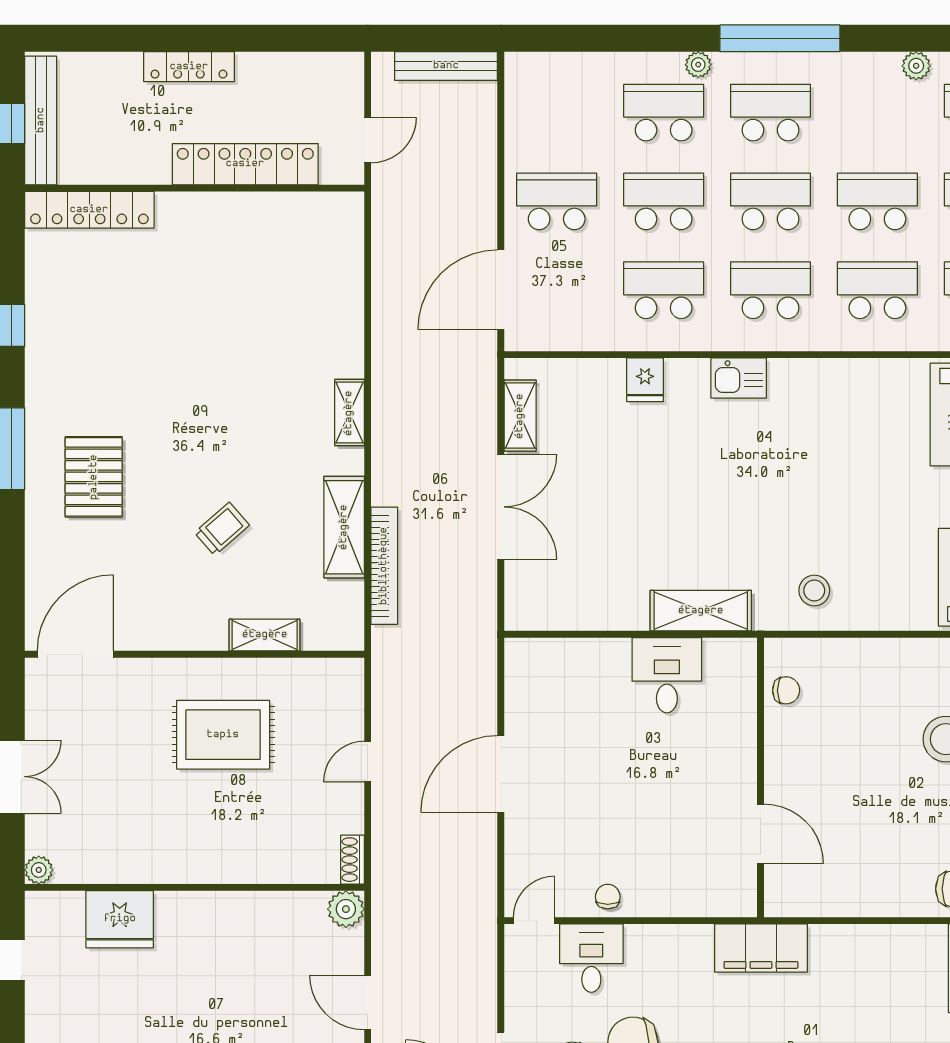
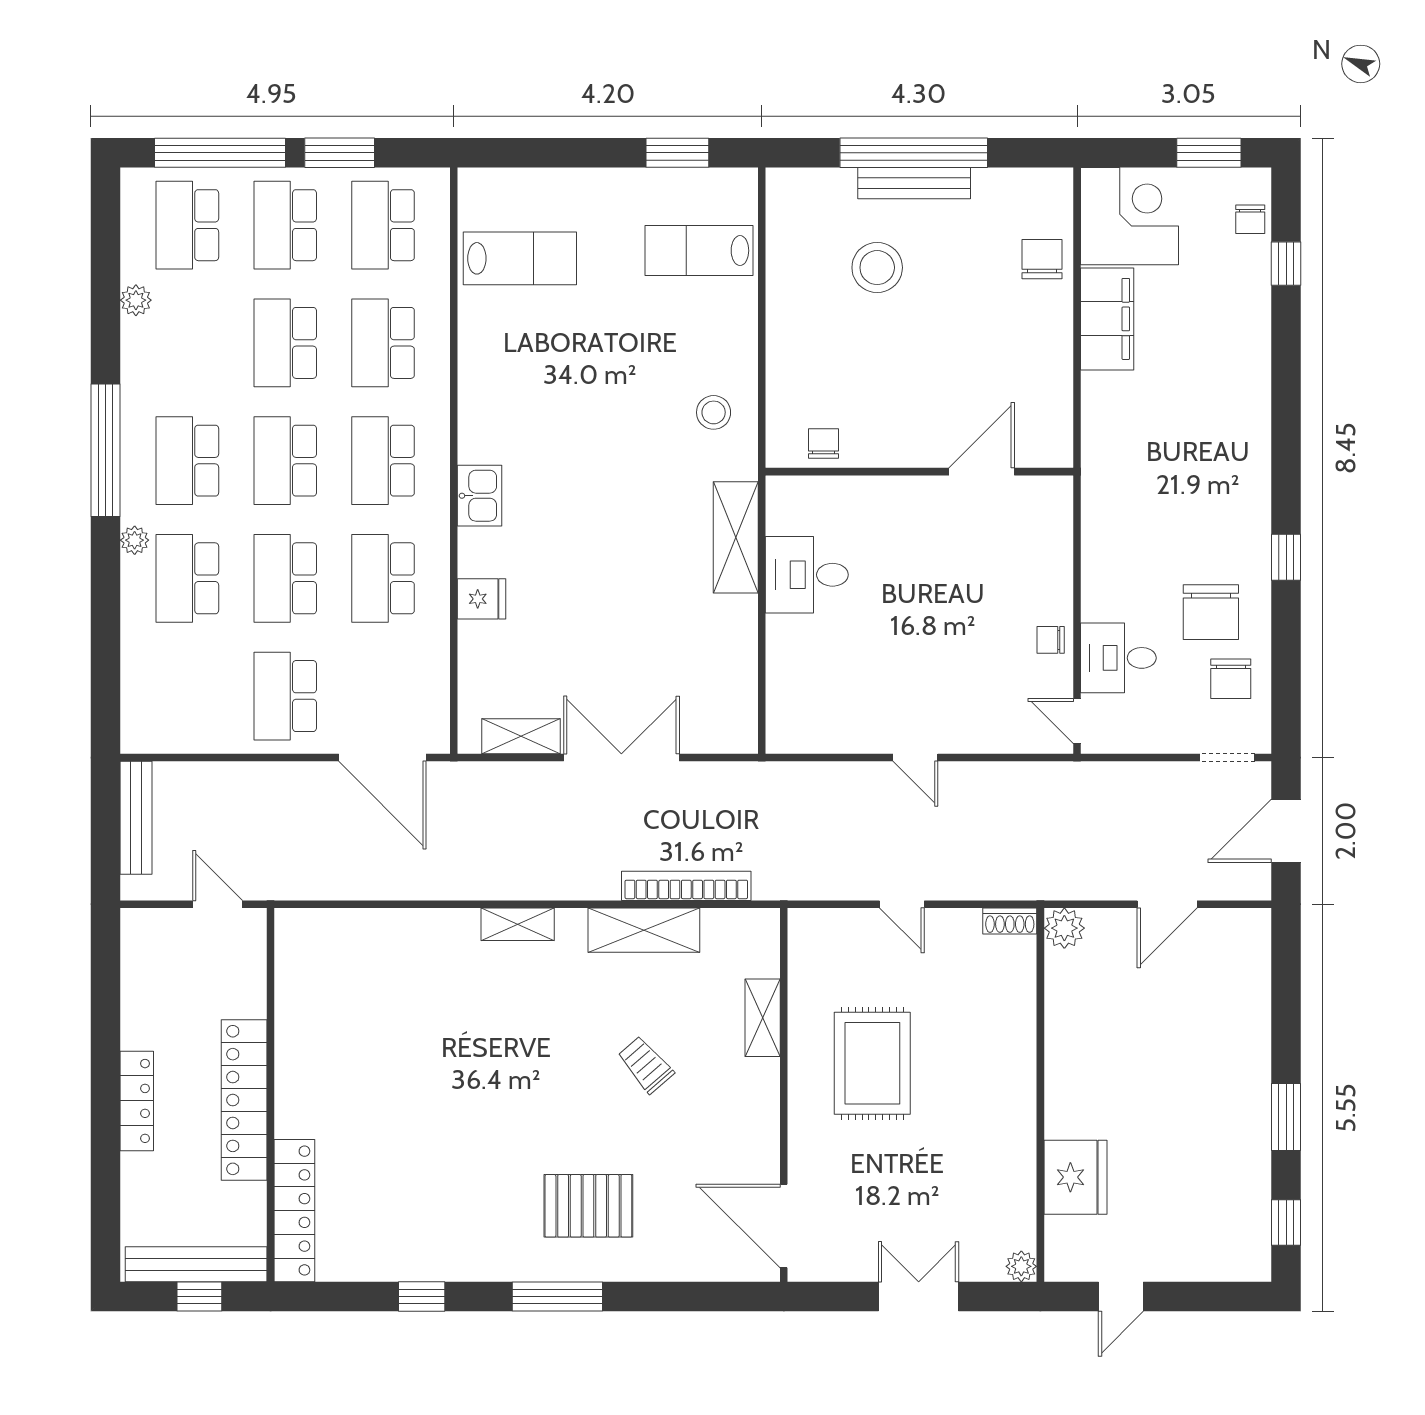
locker: (245, 164) -> (244, 1100), moved
door: (501, 774) -> (915, 758), width x0.53
filing cabinet: (761, 948) -> (1107, 319), moved

